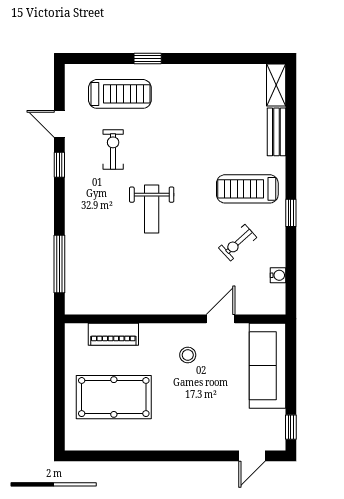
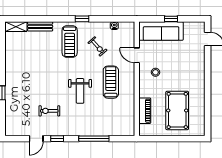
treadmill: (120, 94) -> (111, 82), moved
weight bench: (152, 209) -> (80, 91), turned 90
window: (59, 264) -> (94, 139), moved
window: (291, 427) -> (171, 19), moved

